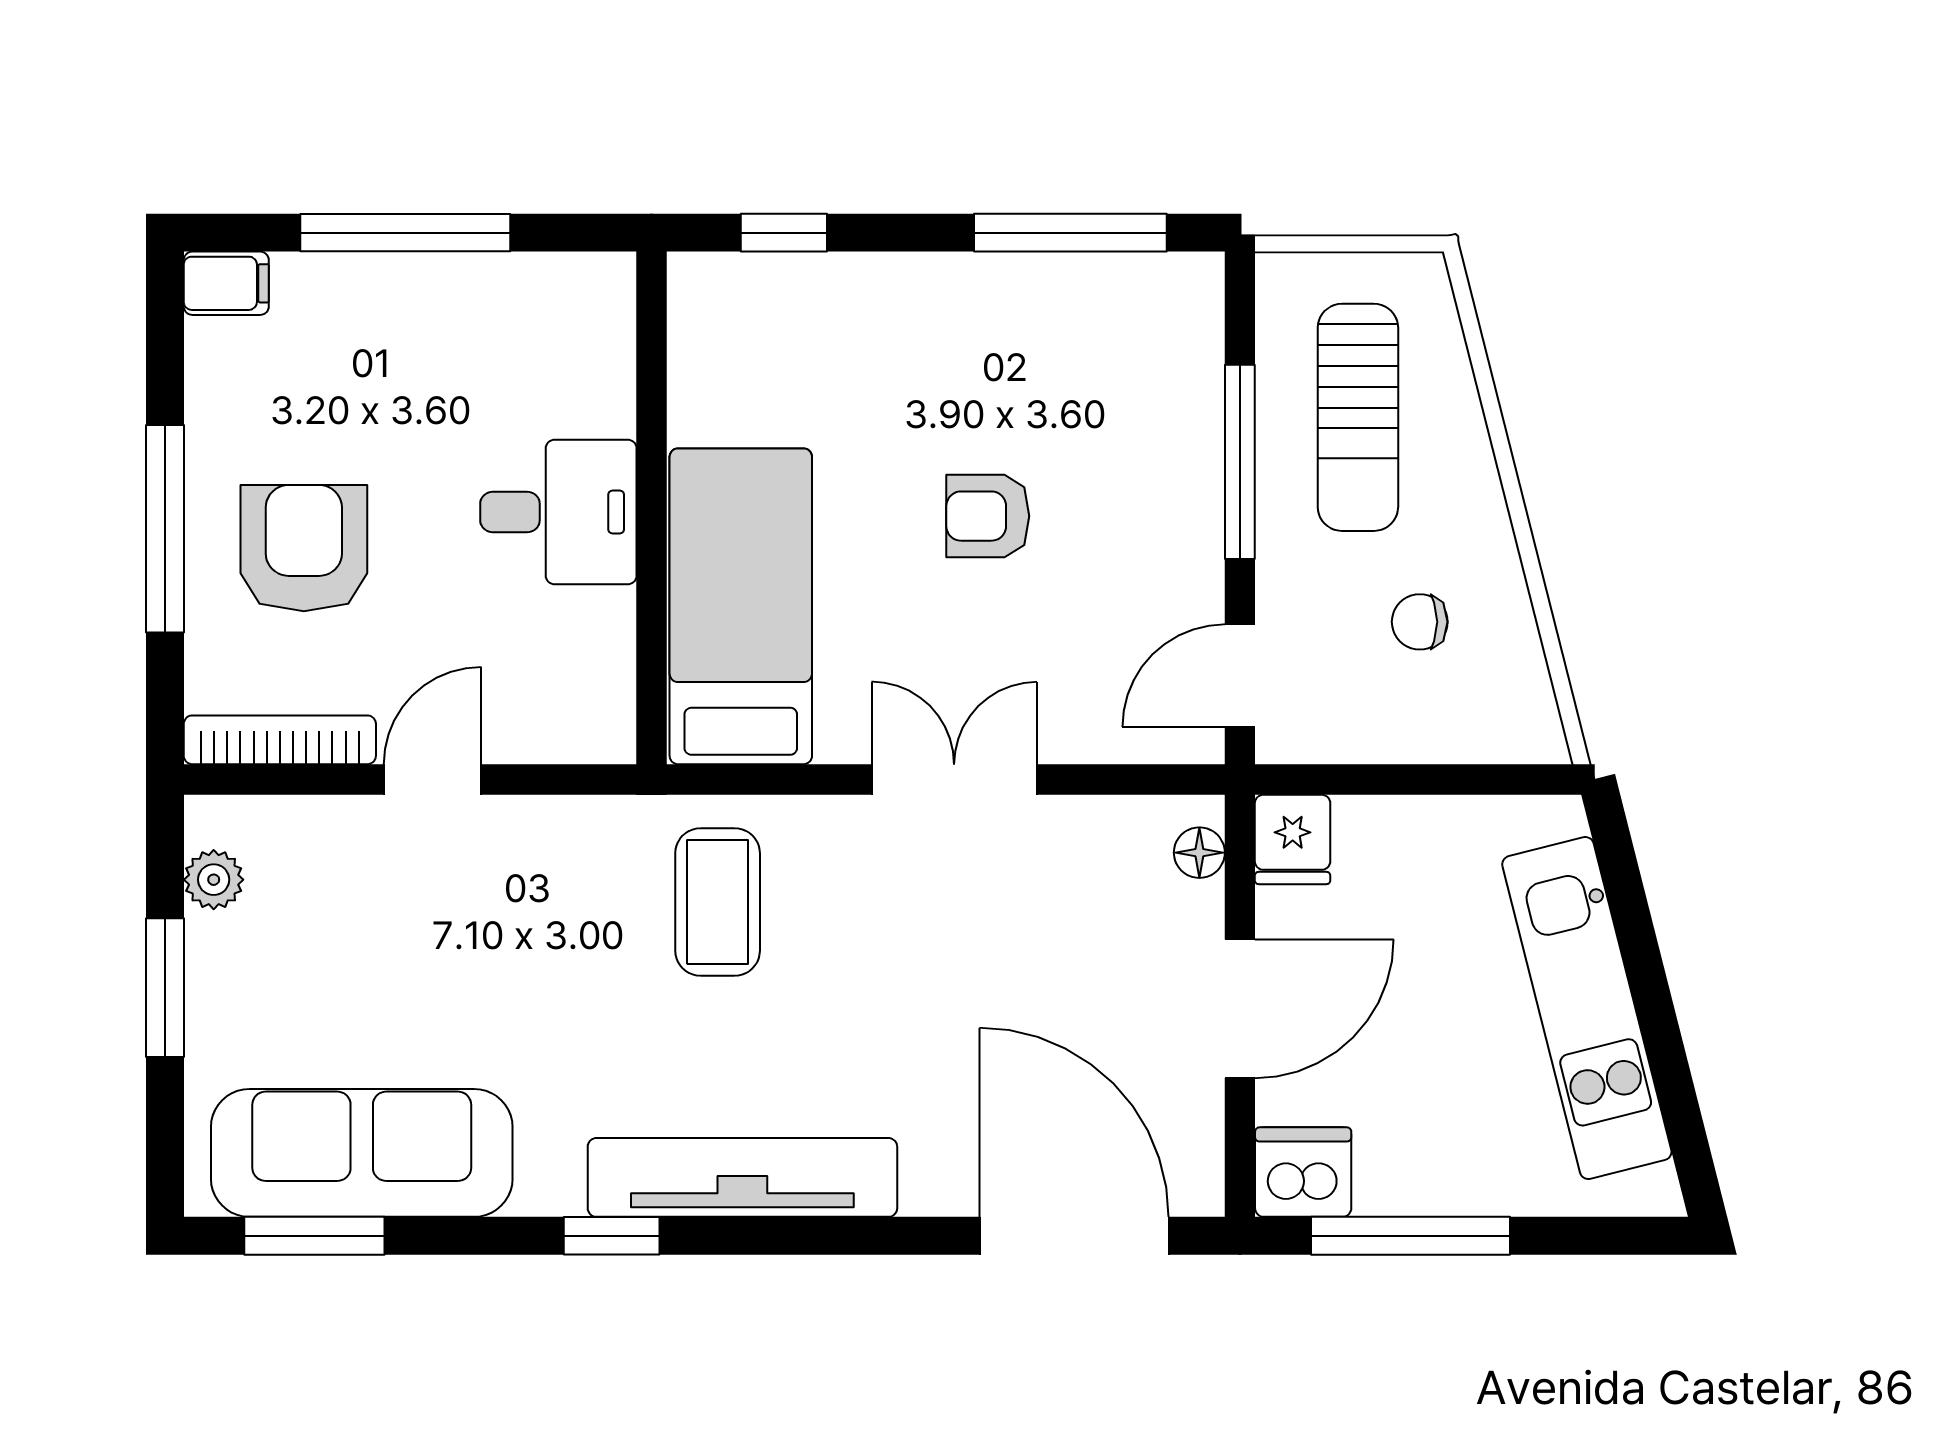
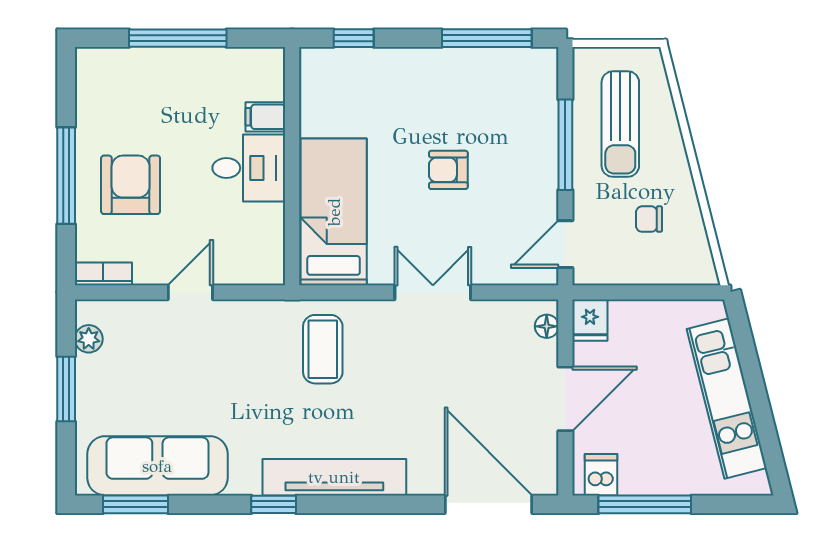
filing cabinet: (226, 283) -> (265, 117), moved, turned 180
bookcase: (280, 740) -> (103, 274), width x0.64
dishwasher: (1303, 1172) -> (601, 475), width x0.73

